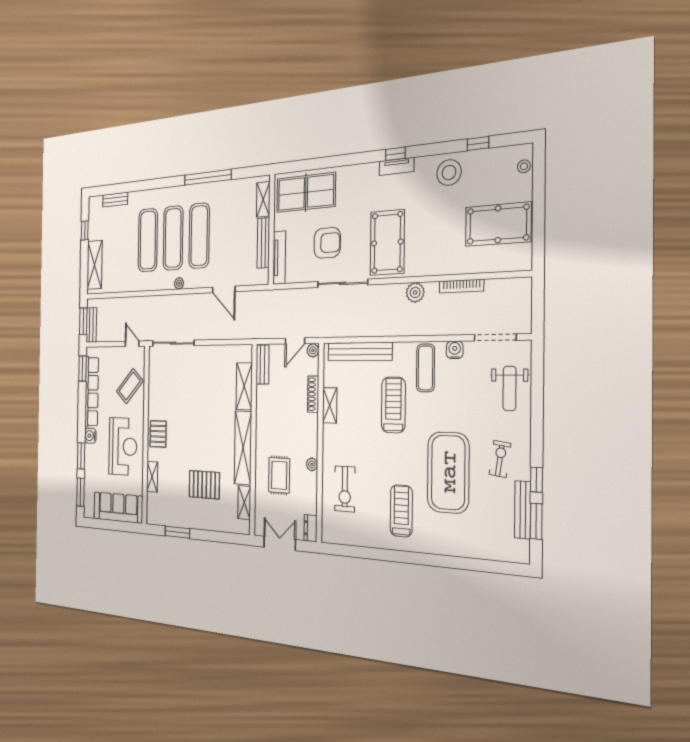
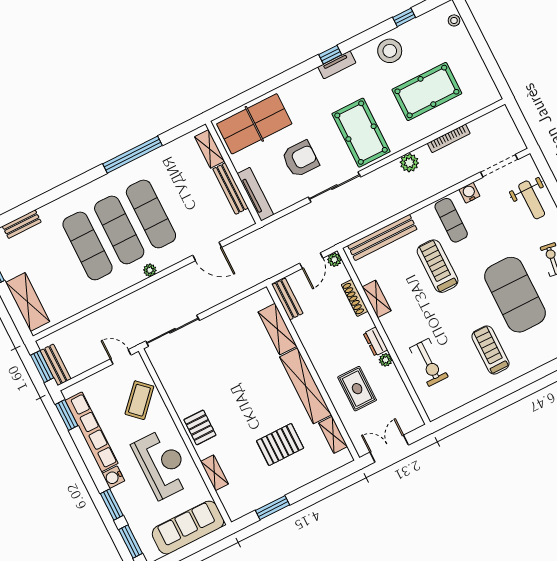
pool table: (498, 224) -> (427, 92), moved
dresser: (310, 528) -> (375, 342), moved

